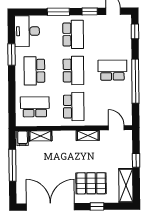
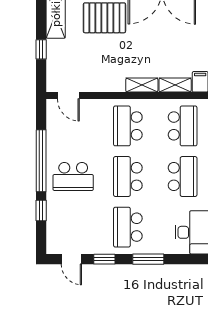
window: (135, 31) -> (41, 211), moved
school desk: (35, 107) -> (183, 126), turned -90
shelving: (88, 135) -> (142, 85), moved

